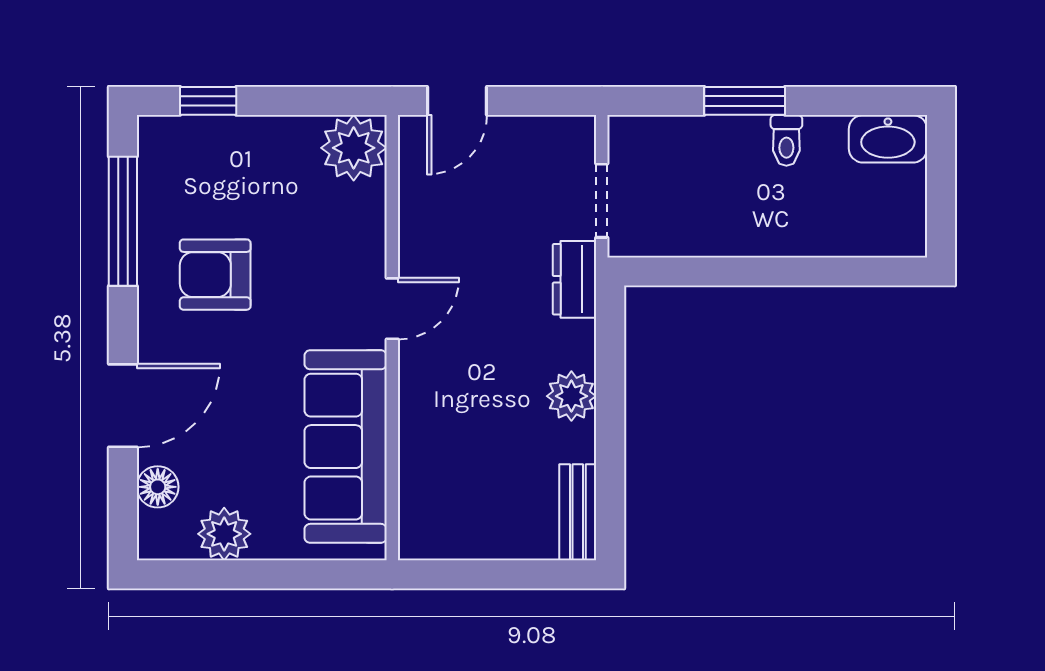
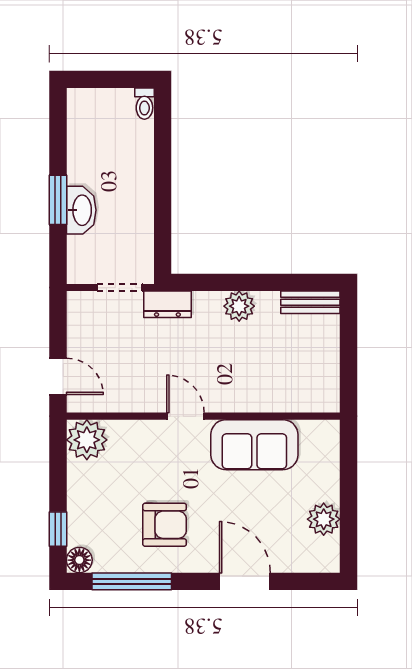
washbasin: (888, 139) -> (81, 210), moved
toilet: (786, 140) -> (144, 104), moved, turned 90
armchair: (215, 275) -> (165, 525), turned -90
sofa: (346, 447) -> (254, 445), width x0.73
floor lamp: (158, 487) -> (79, 560), moved

